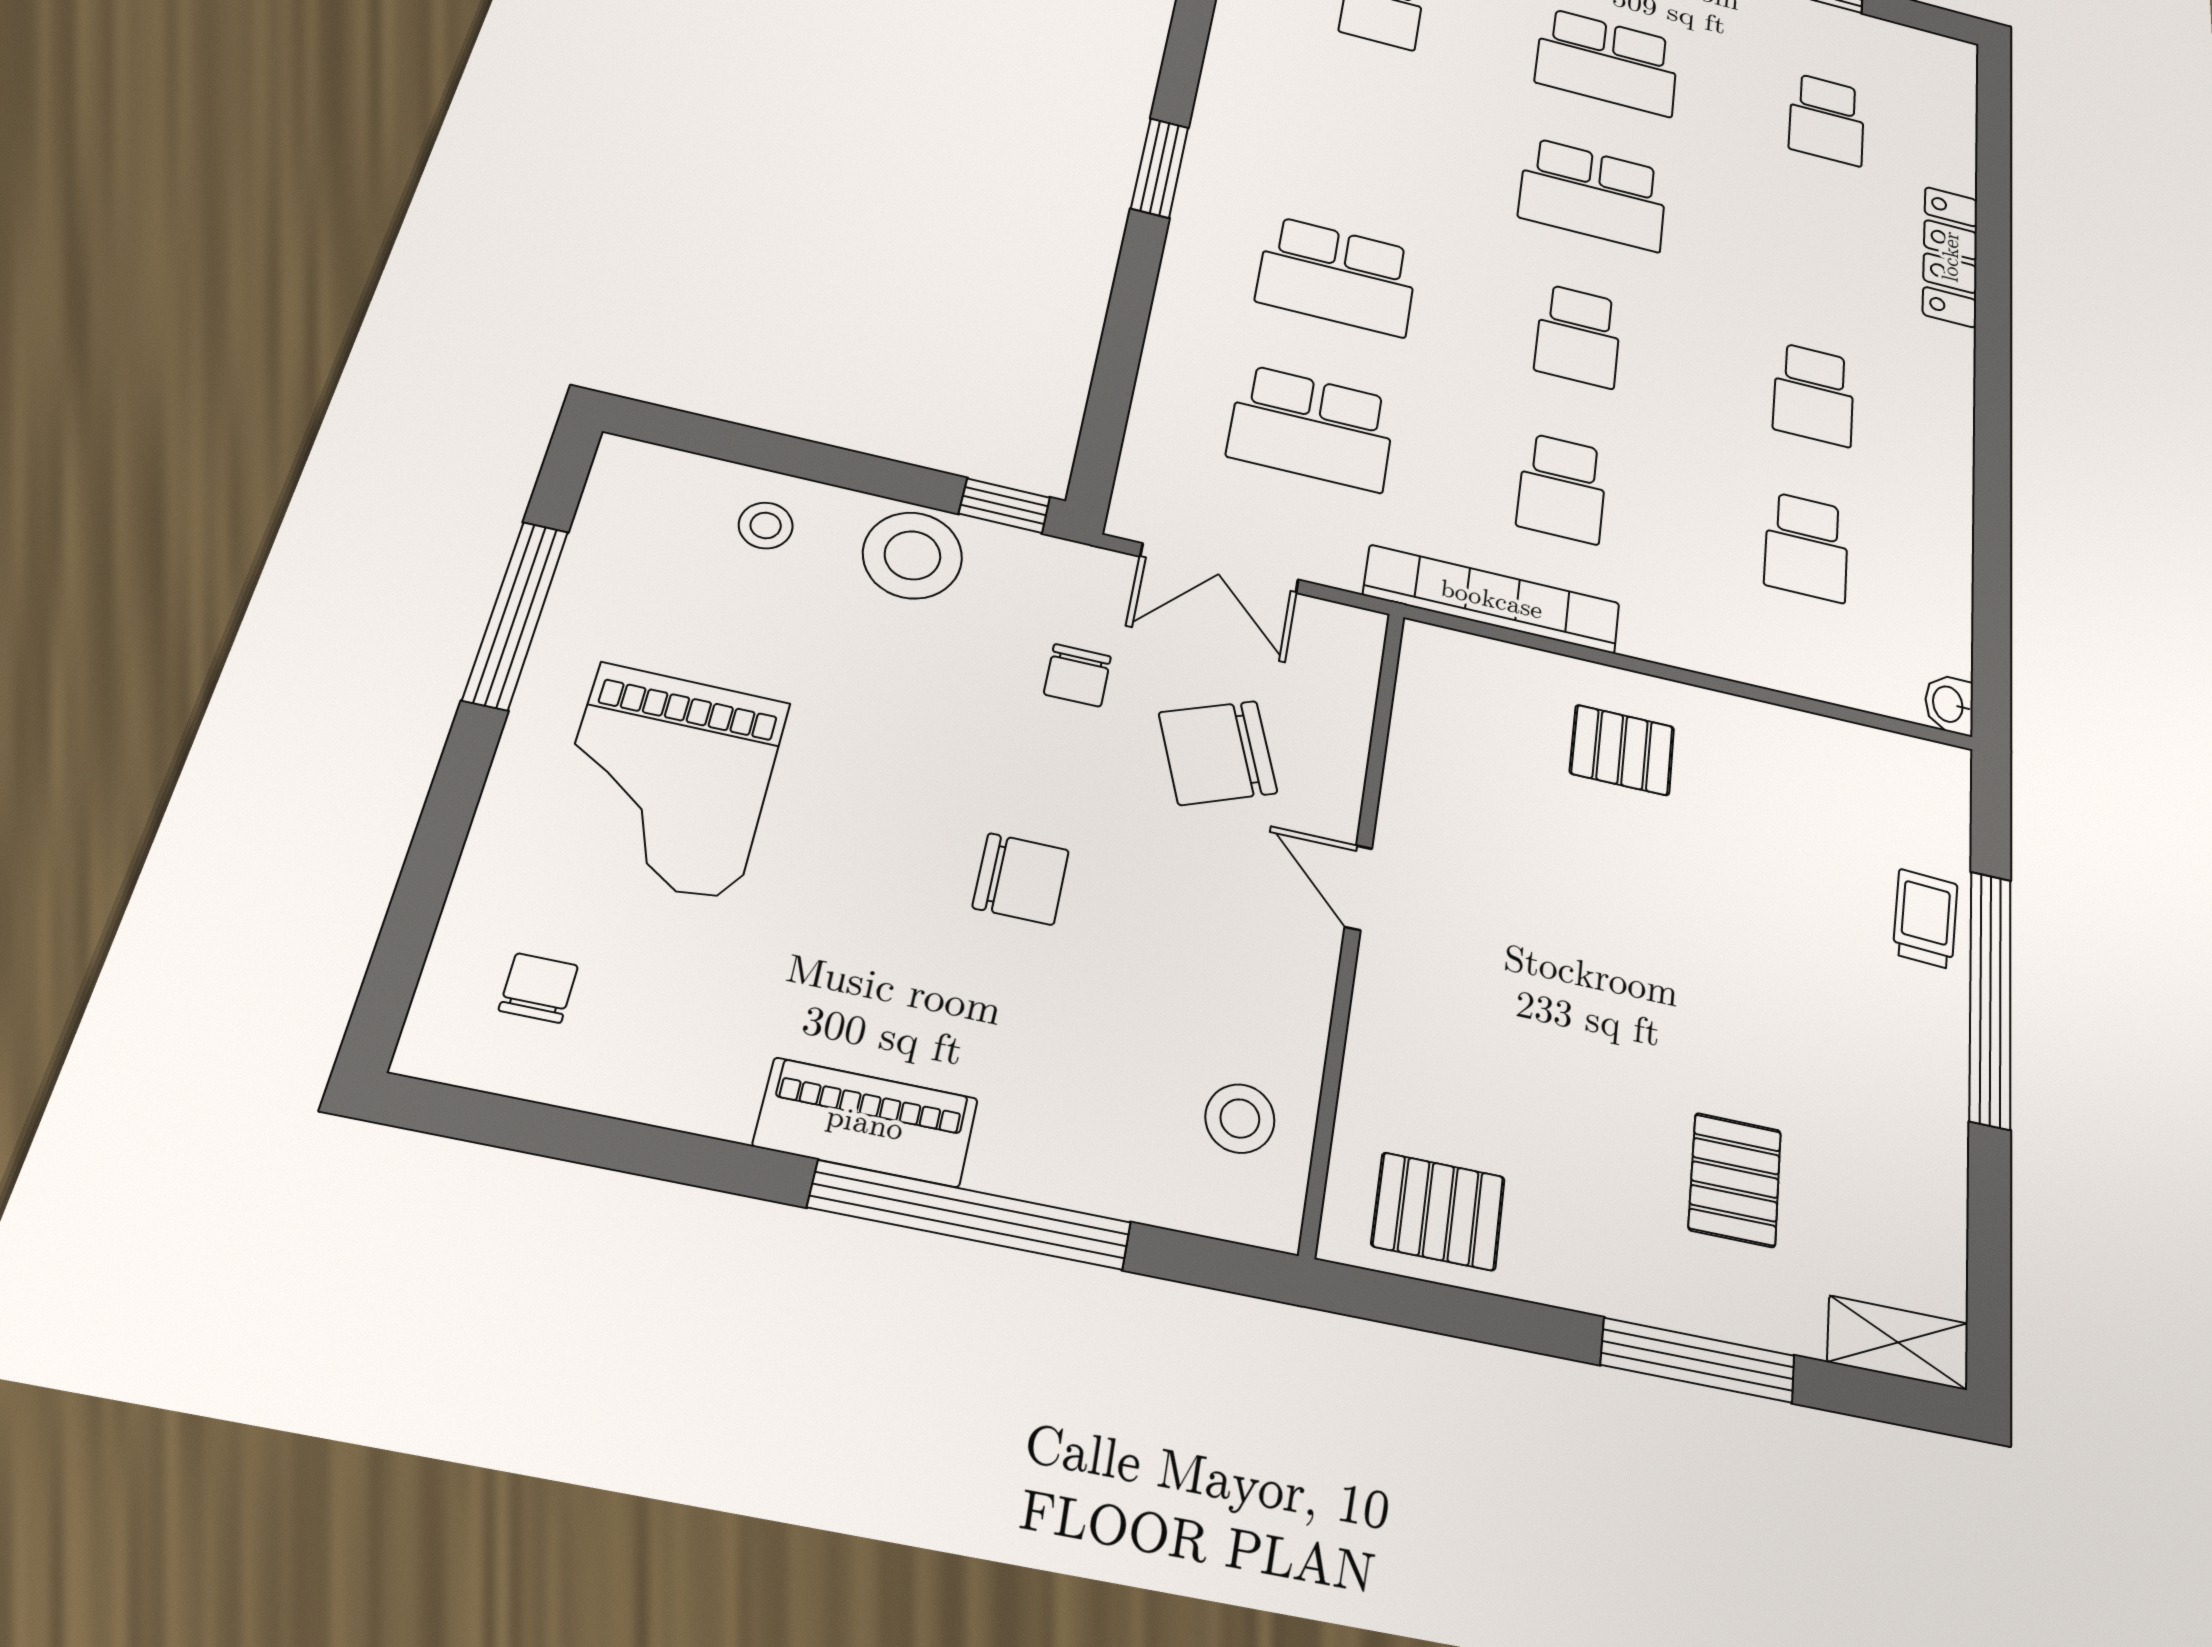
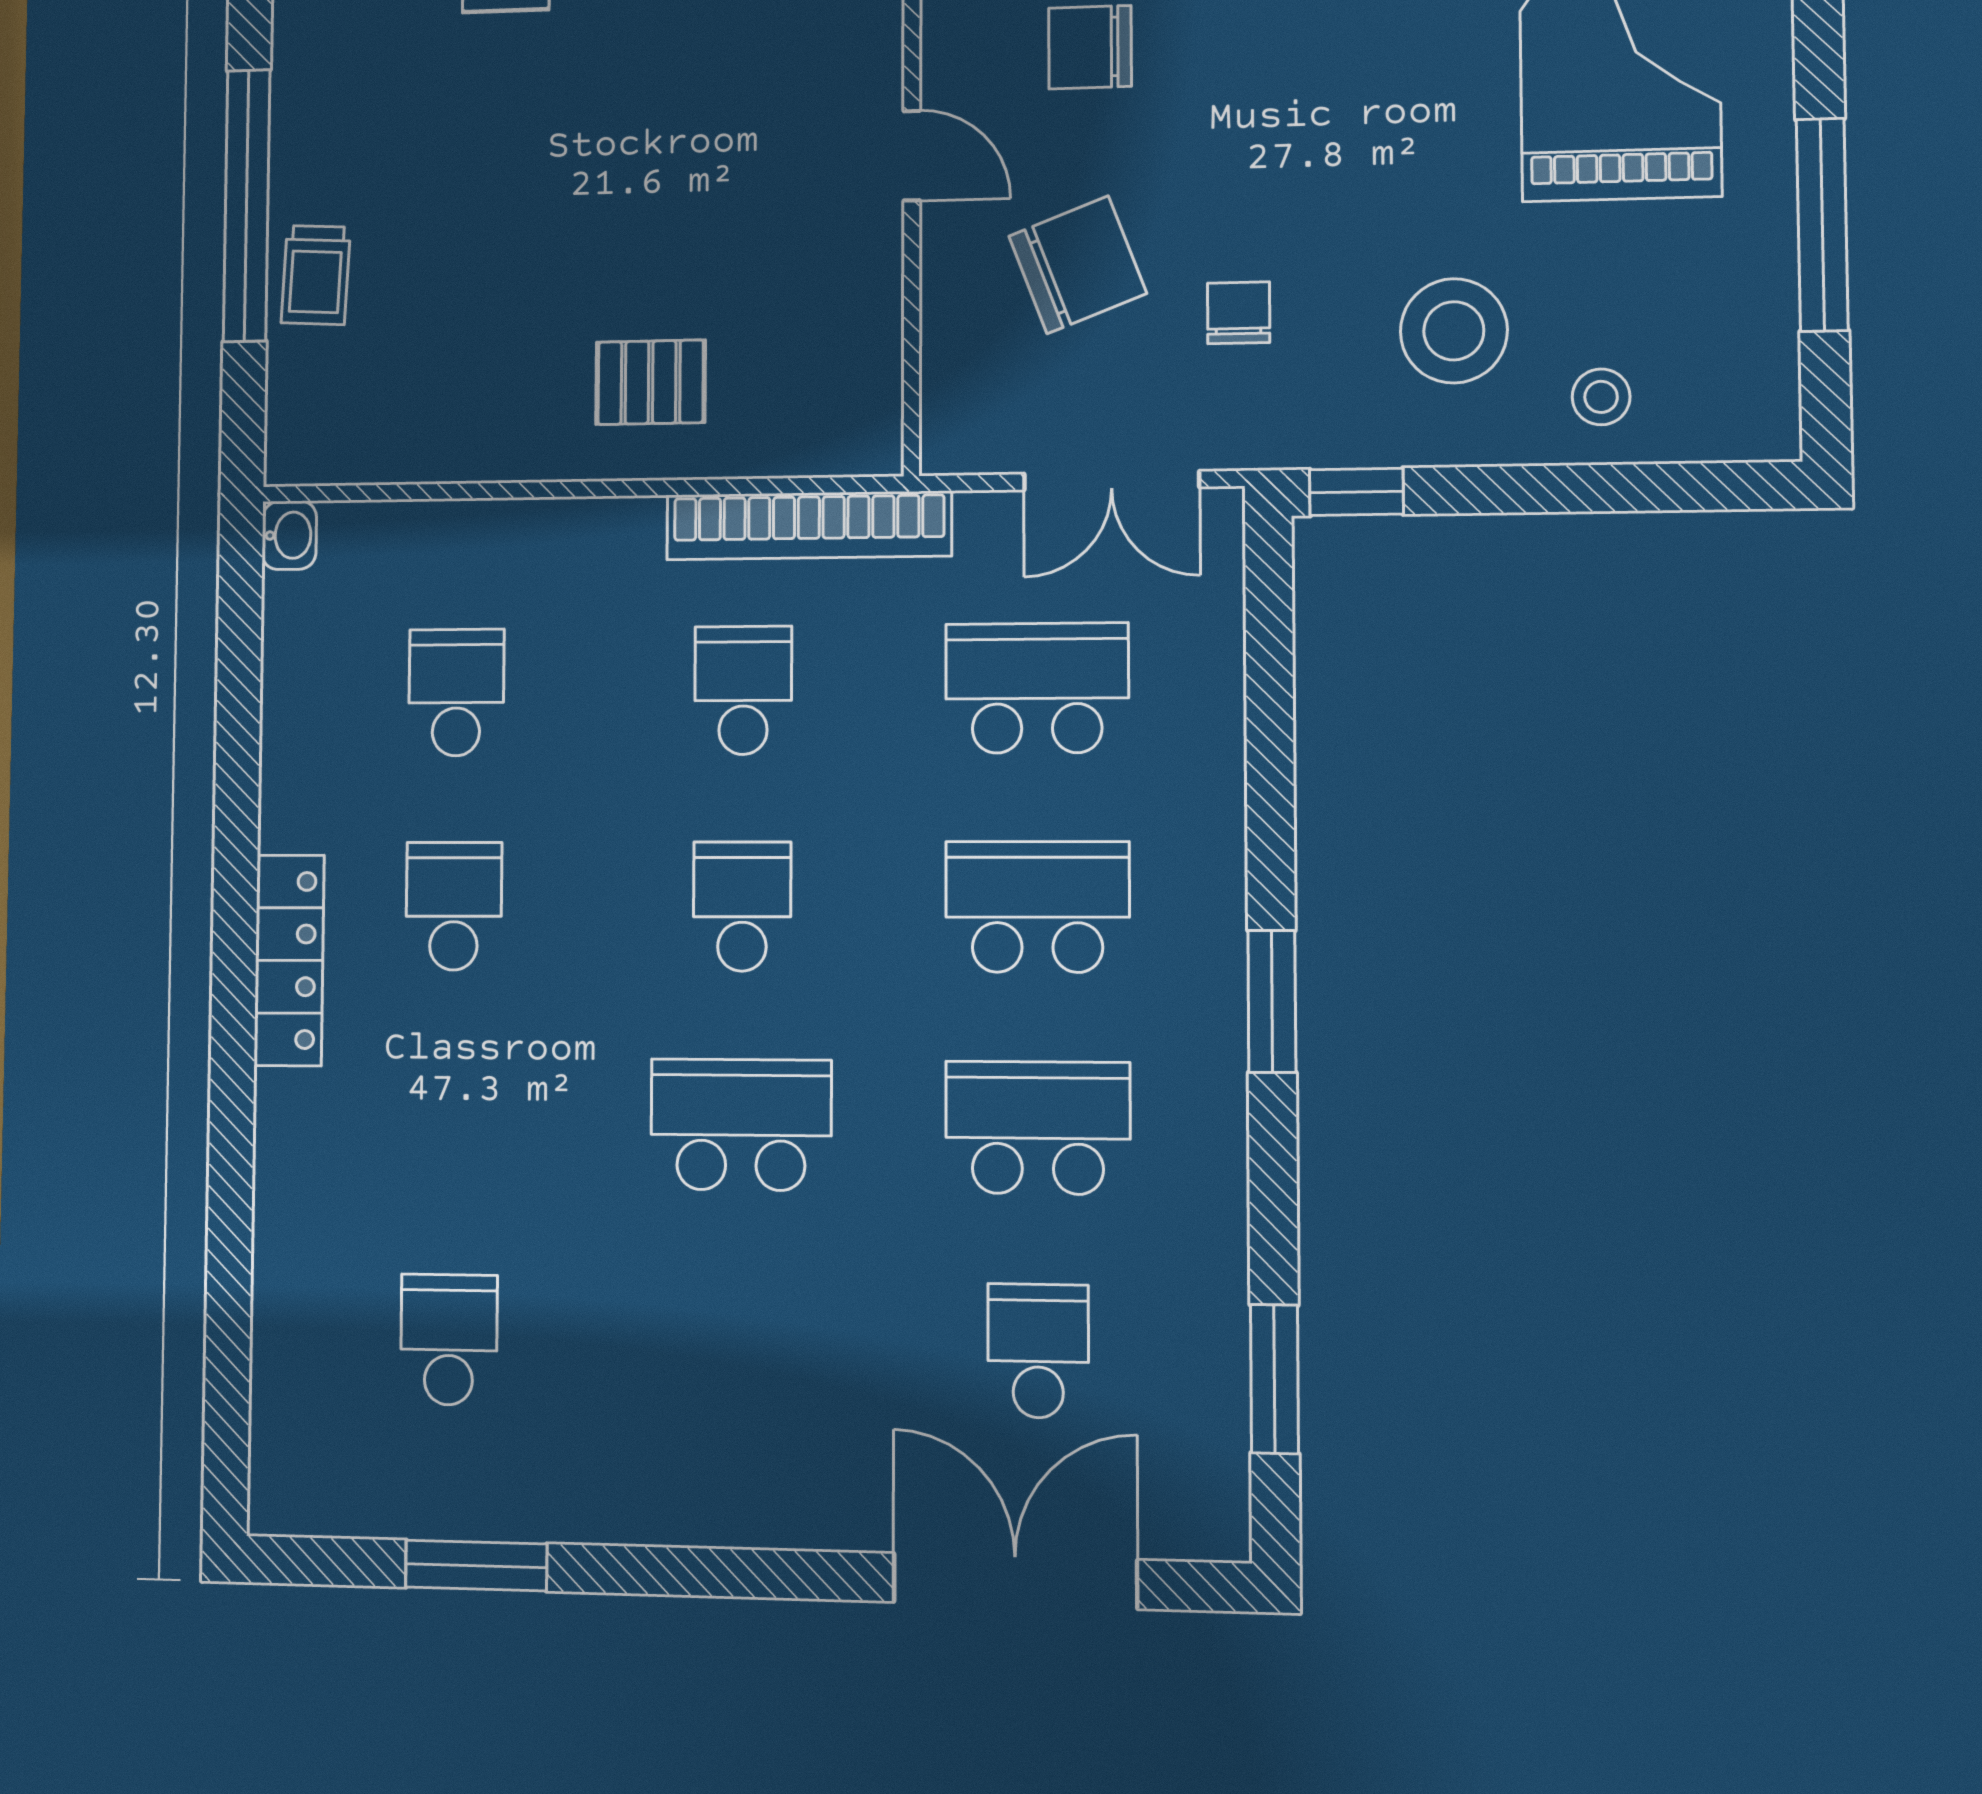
school desk: (1607, 62) -> (1038, 1128), moved
locker: (1950, 256) -> (289, 960), moved
stool: (912, 555) -> (1454, 331), moved
double door: (1219, 568) -> (1111, 481), swing flipped
chair: (1021, 879) -> (1090, 47), moved

